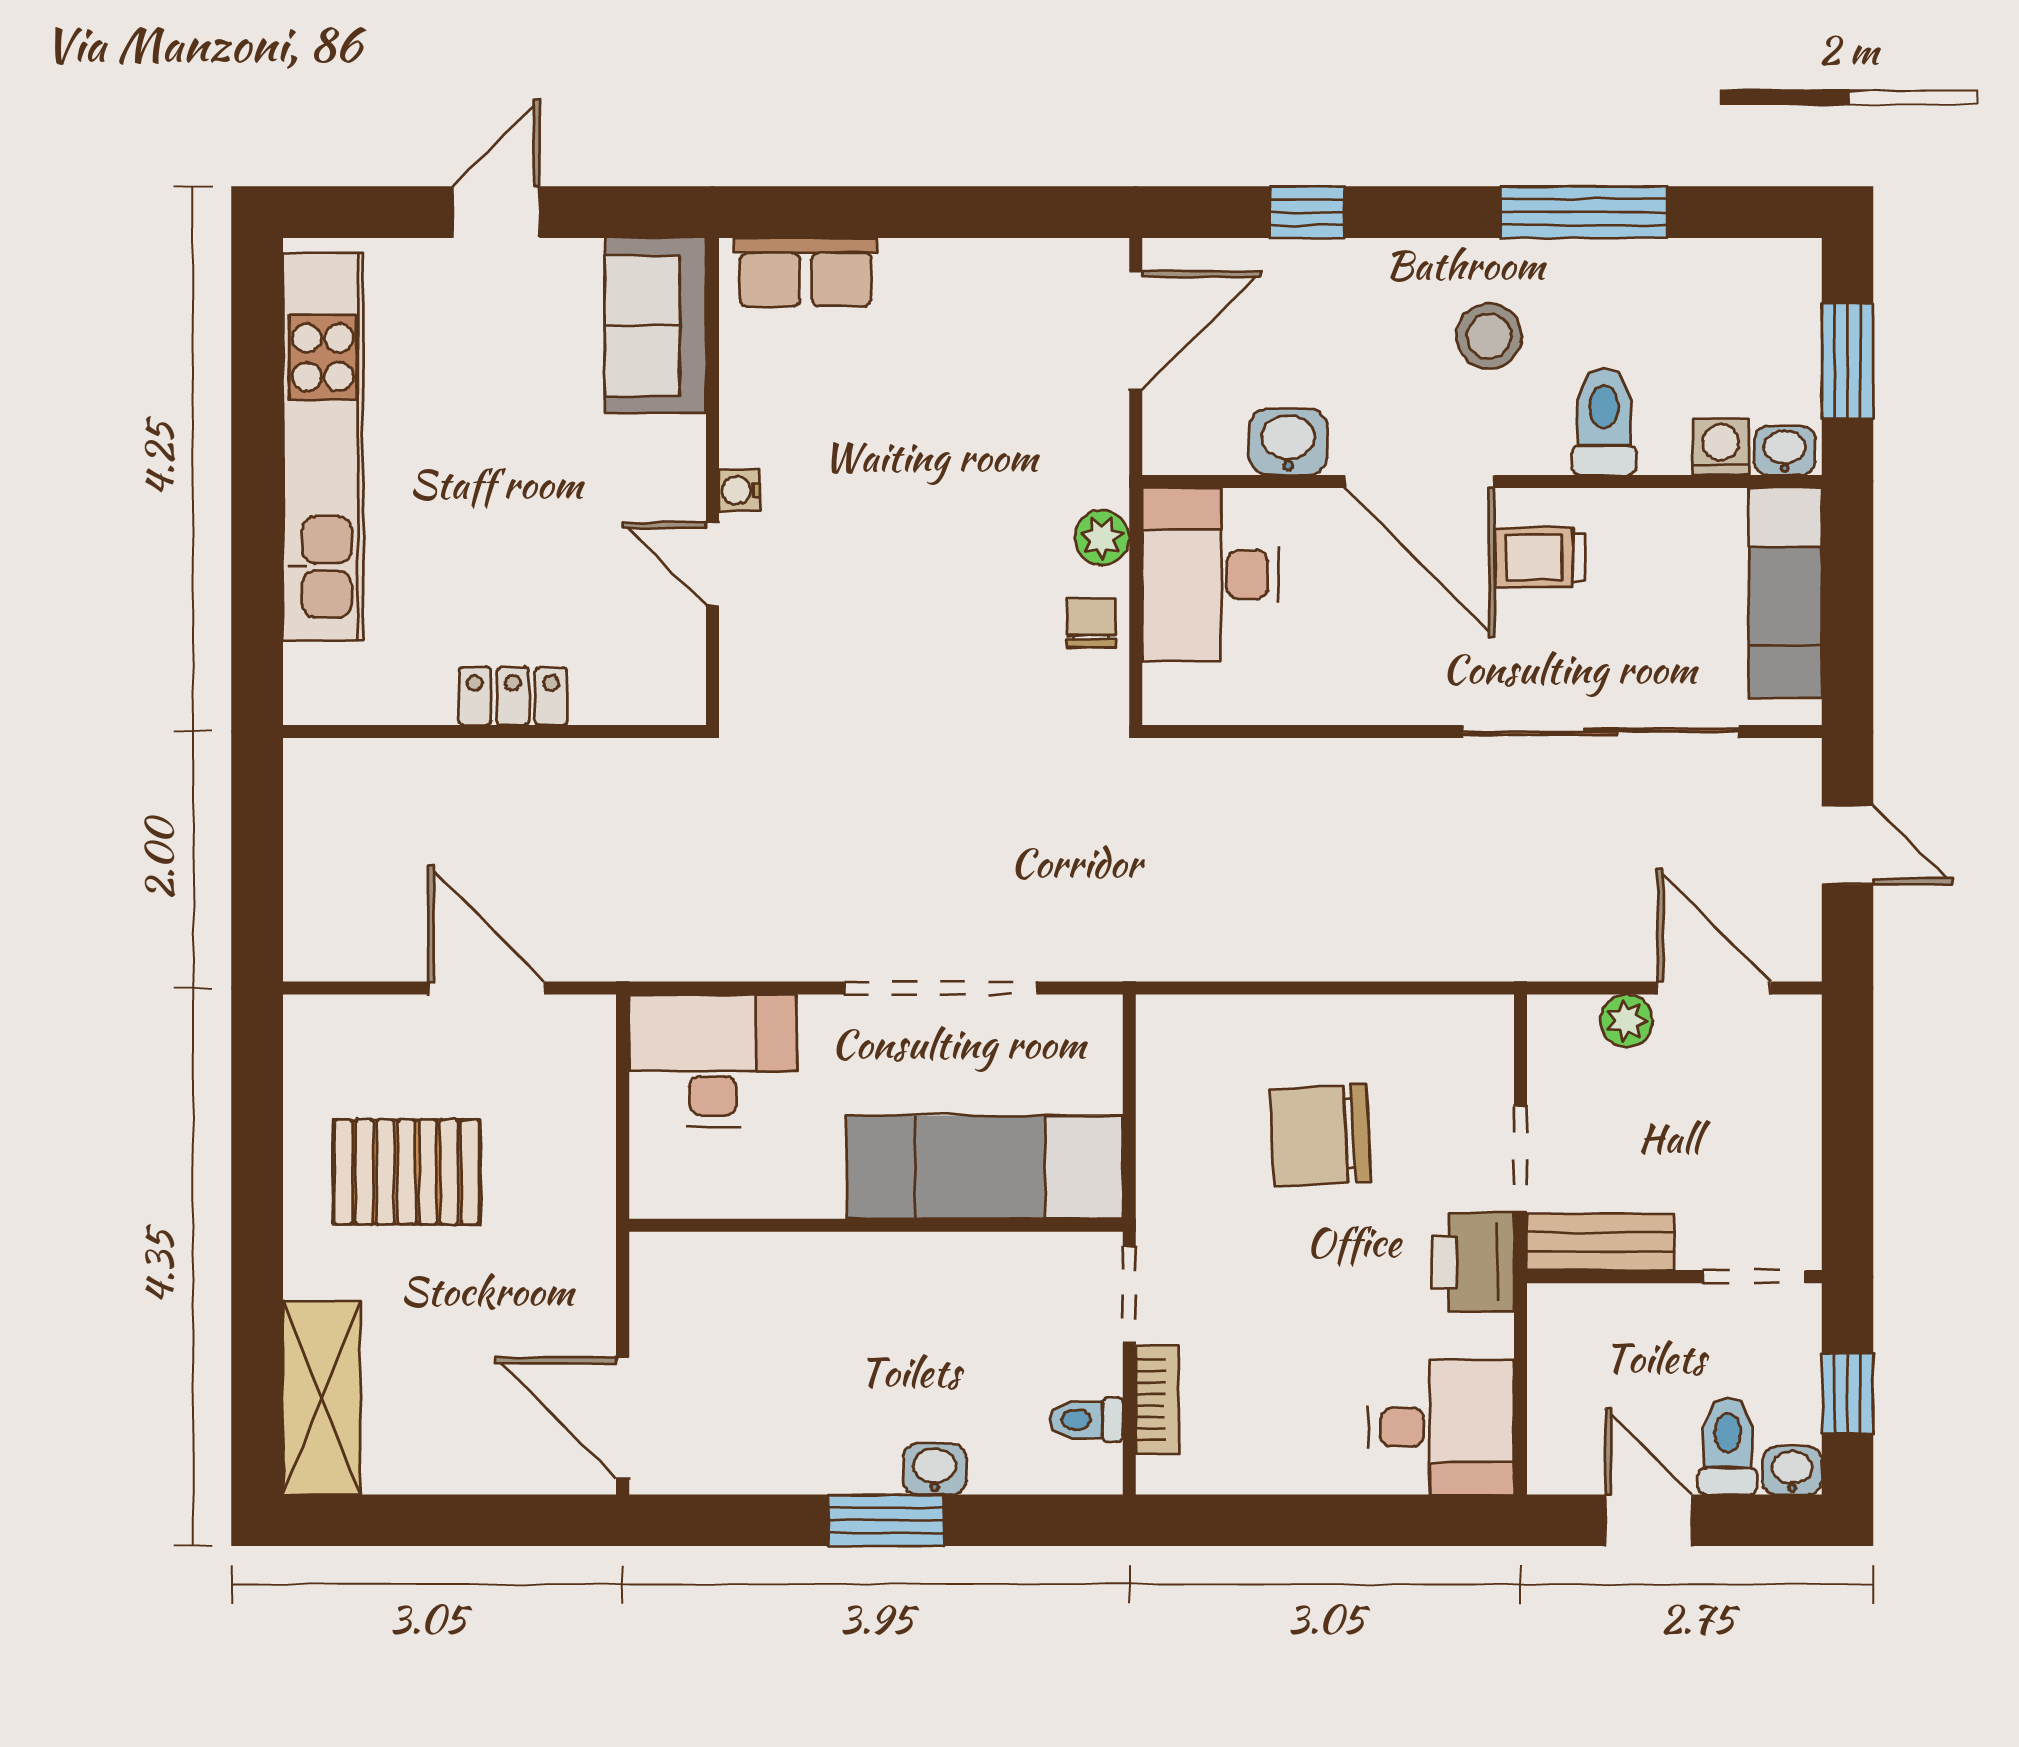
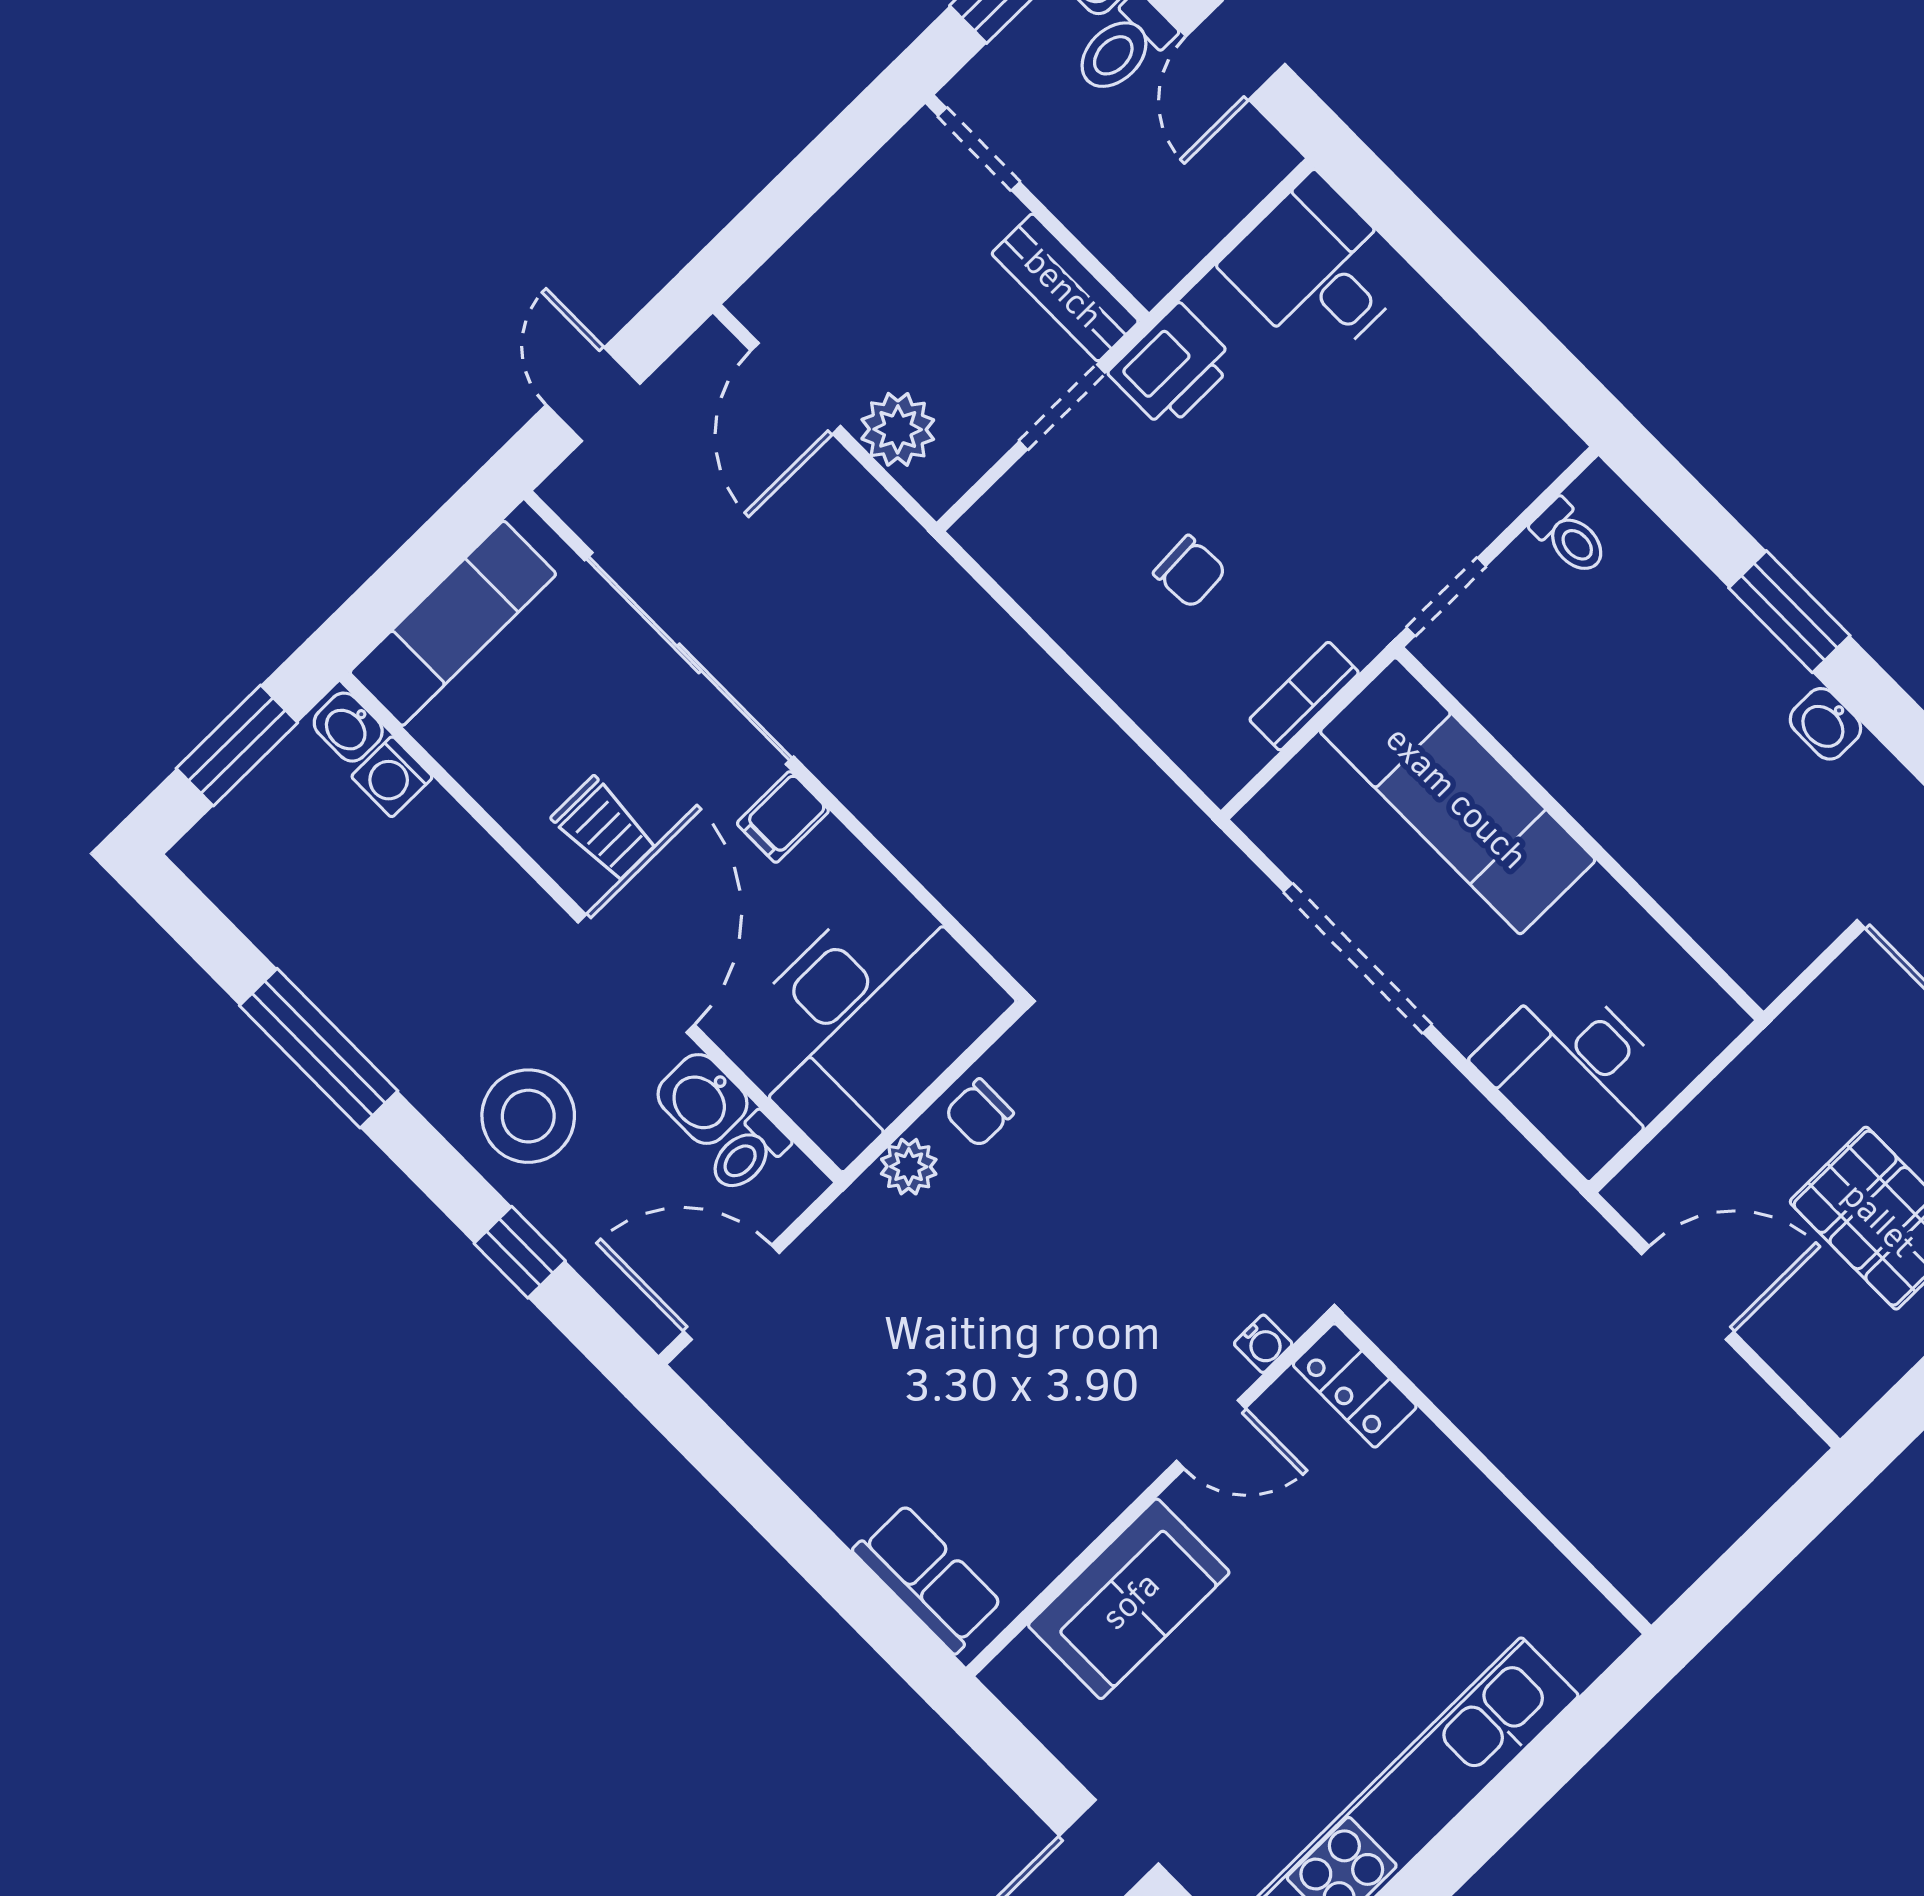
sofa: (655, 326) -> (1129, 1599), moved
stool: (1489, 336) -> (528, 1116), moved, width x1.38, depth x1.38
toilet: (1604, 422) -> (748, 1153), moved, width x0.73, depth x0.72
water cooler: (740, 491) -> (1263, 1344), moved
door: (712, 564) -> (1211, 1435), hinge flipped
desk: (1210, 575) -> (866, 1022), width x1.36, depth x1.30
filing cabinet: (1428, 689) -> (783, 817), added
locker: (513, 696) -> (1355, 1385), moved
door: (486, 988) -> (1688, 1293), swing flipped
plant: (1626, 1021) -> (898, 429), width x1.38, depth x1.38
chair: (1321, 1135) -> (1190, 572), width x0.54, depth x0.54
bookcase: (1157, 1400) -> (1304, 696), moved
washbasin: (935, 1469) -> (1825, 724), moved

